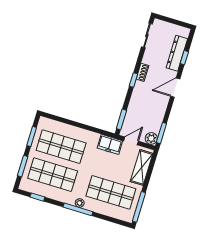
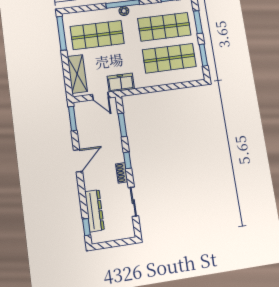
sliding door: (147, 35) -> (133, 202), moved
window: (184, 58) -> (86, 227), moved
door: (175, 88) -> (78, 161), moved
window: (121, 119) -> (122, 125), moved
plant: (151, 138) -> (81, 108), removed
door: (131, 141) -> (101, 96), hinge flipped

